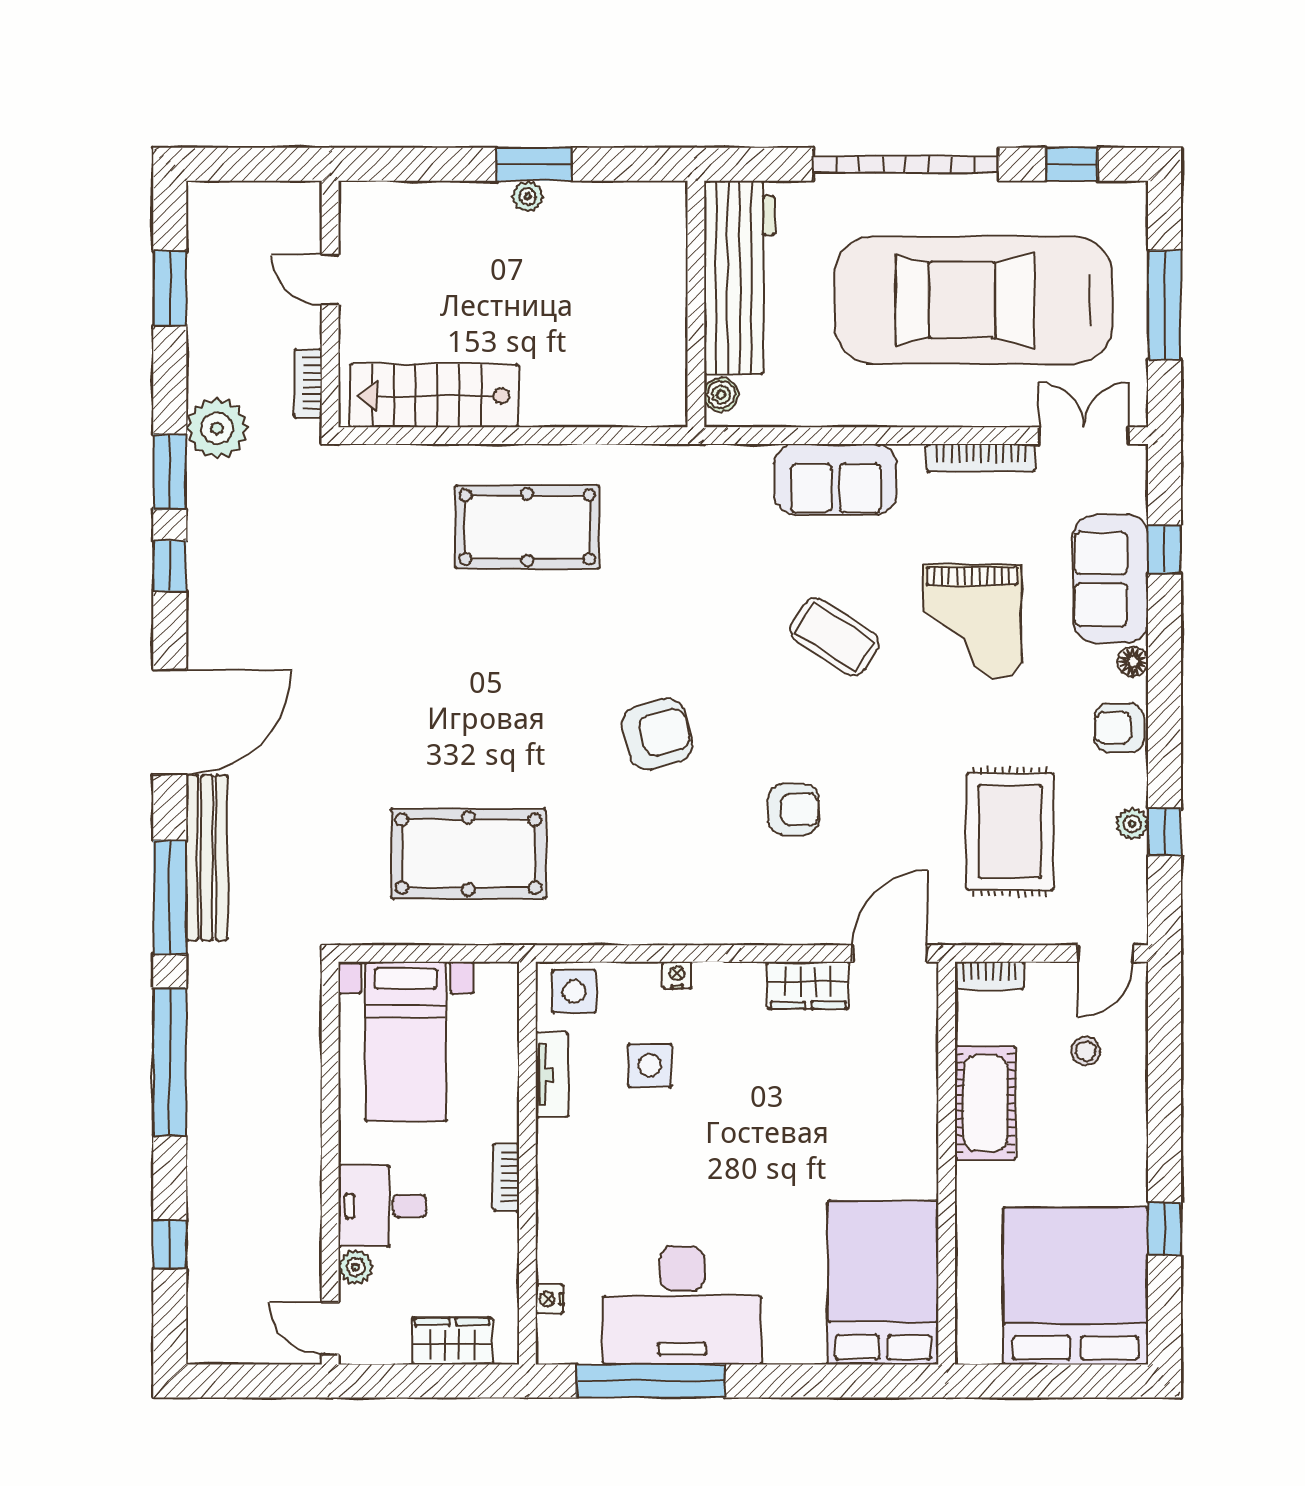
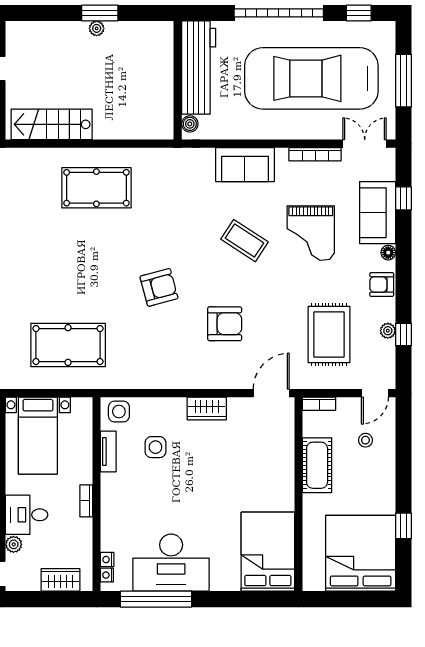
armchair: (793, 809) -> (225, 324), width x1.38, depth x1.38
nightstand: (677, 975) -> (107, 575), moved, turned -90
wardrobe: (808, 985) -> (207, 408), moved

